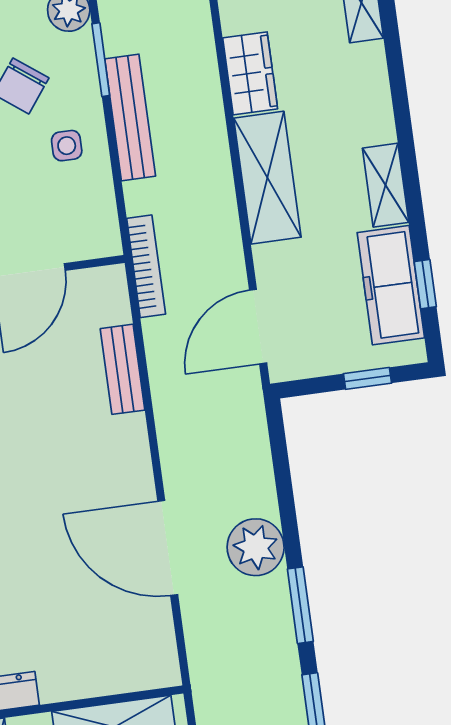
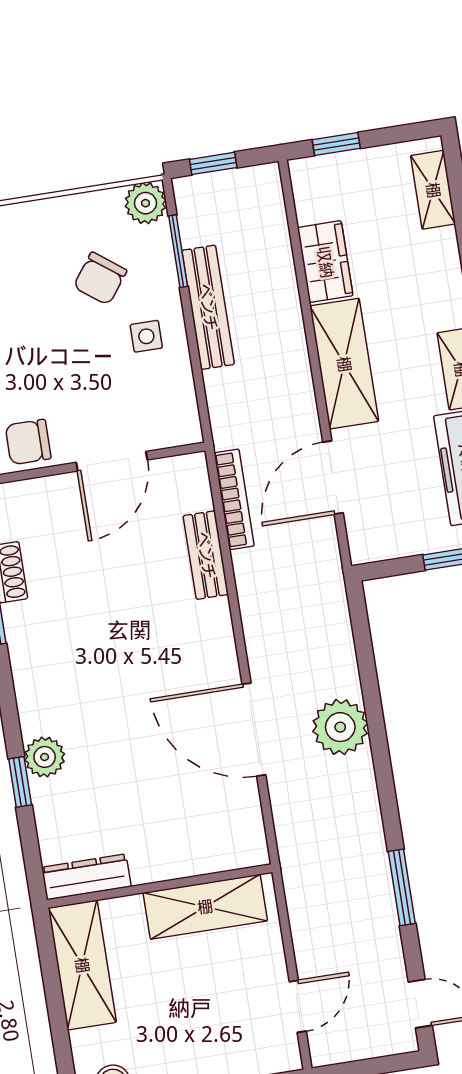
bookcase: (146, 266) -> (234, 499), moved
door: (258, 327) -> (333, 477), moved
window: (300, 605) -> (385, 783), removed

